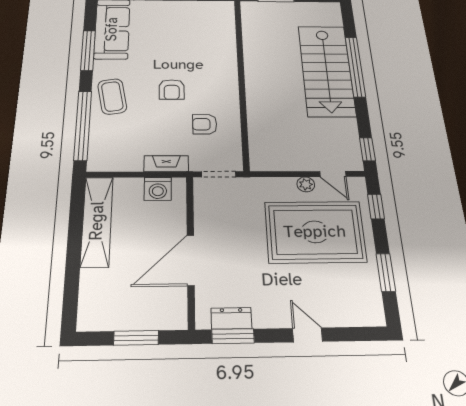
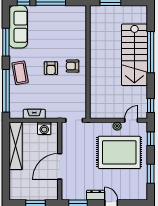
armchair: (205, 124) -> (73, 66), moved
fireplace: (166, 164) -> (34, 114), moved
door: (333, 174) -> (131, 120), swing flipped
dresser: (231, 318) -> (96, 195), moved

